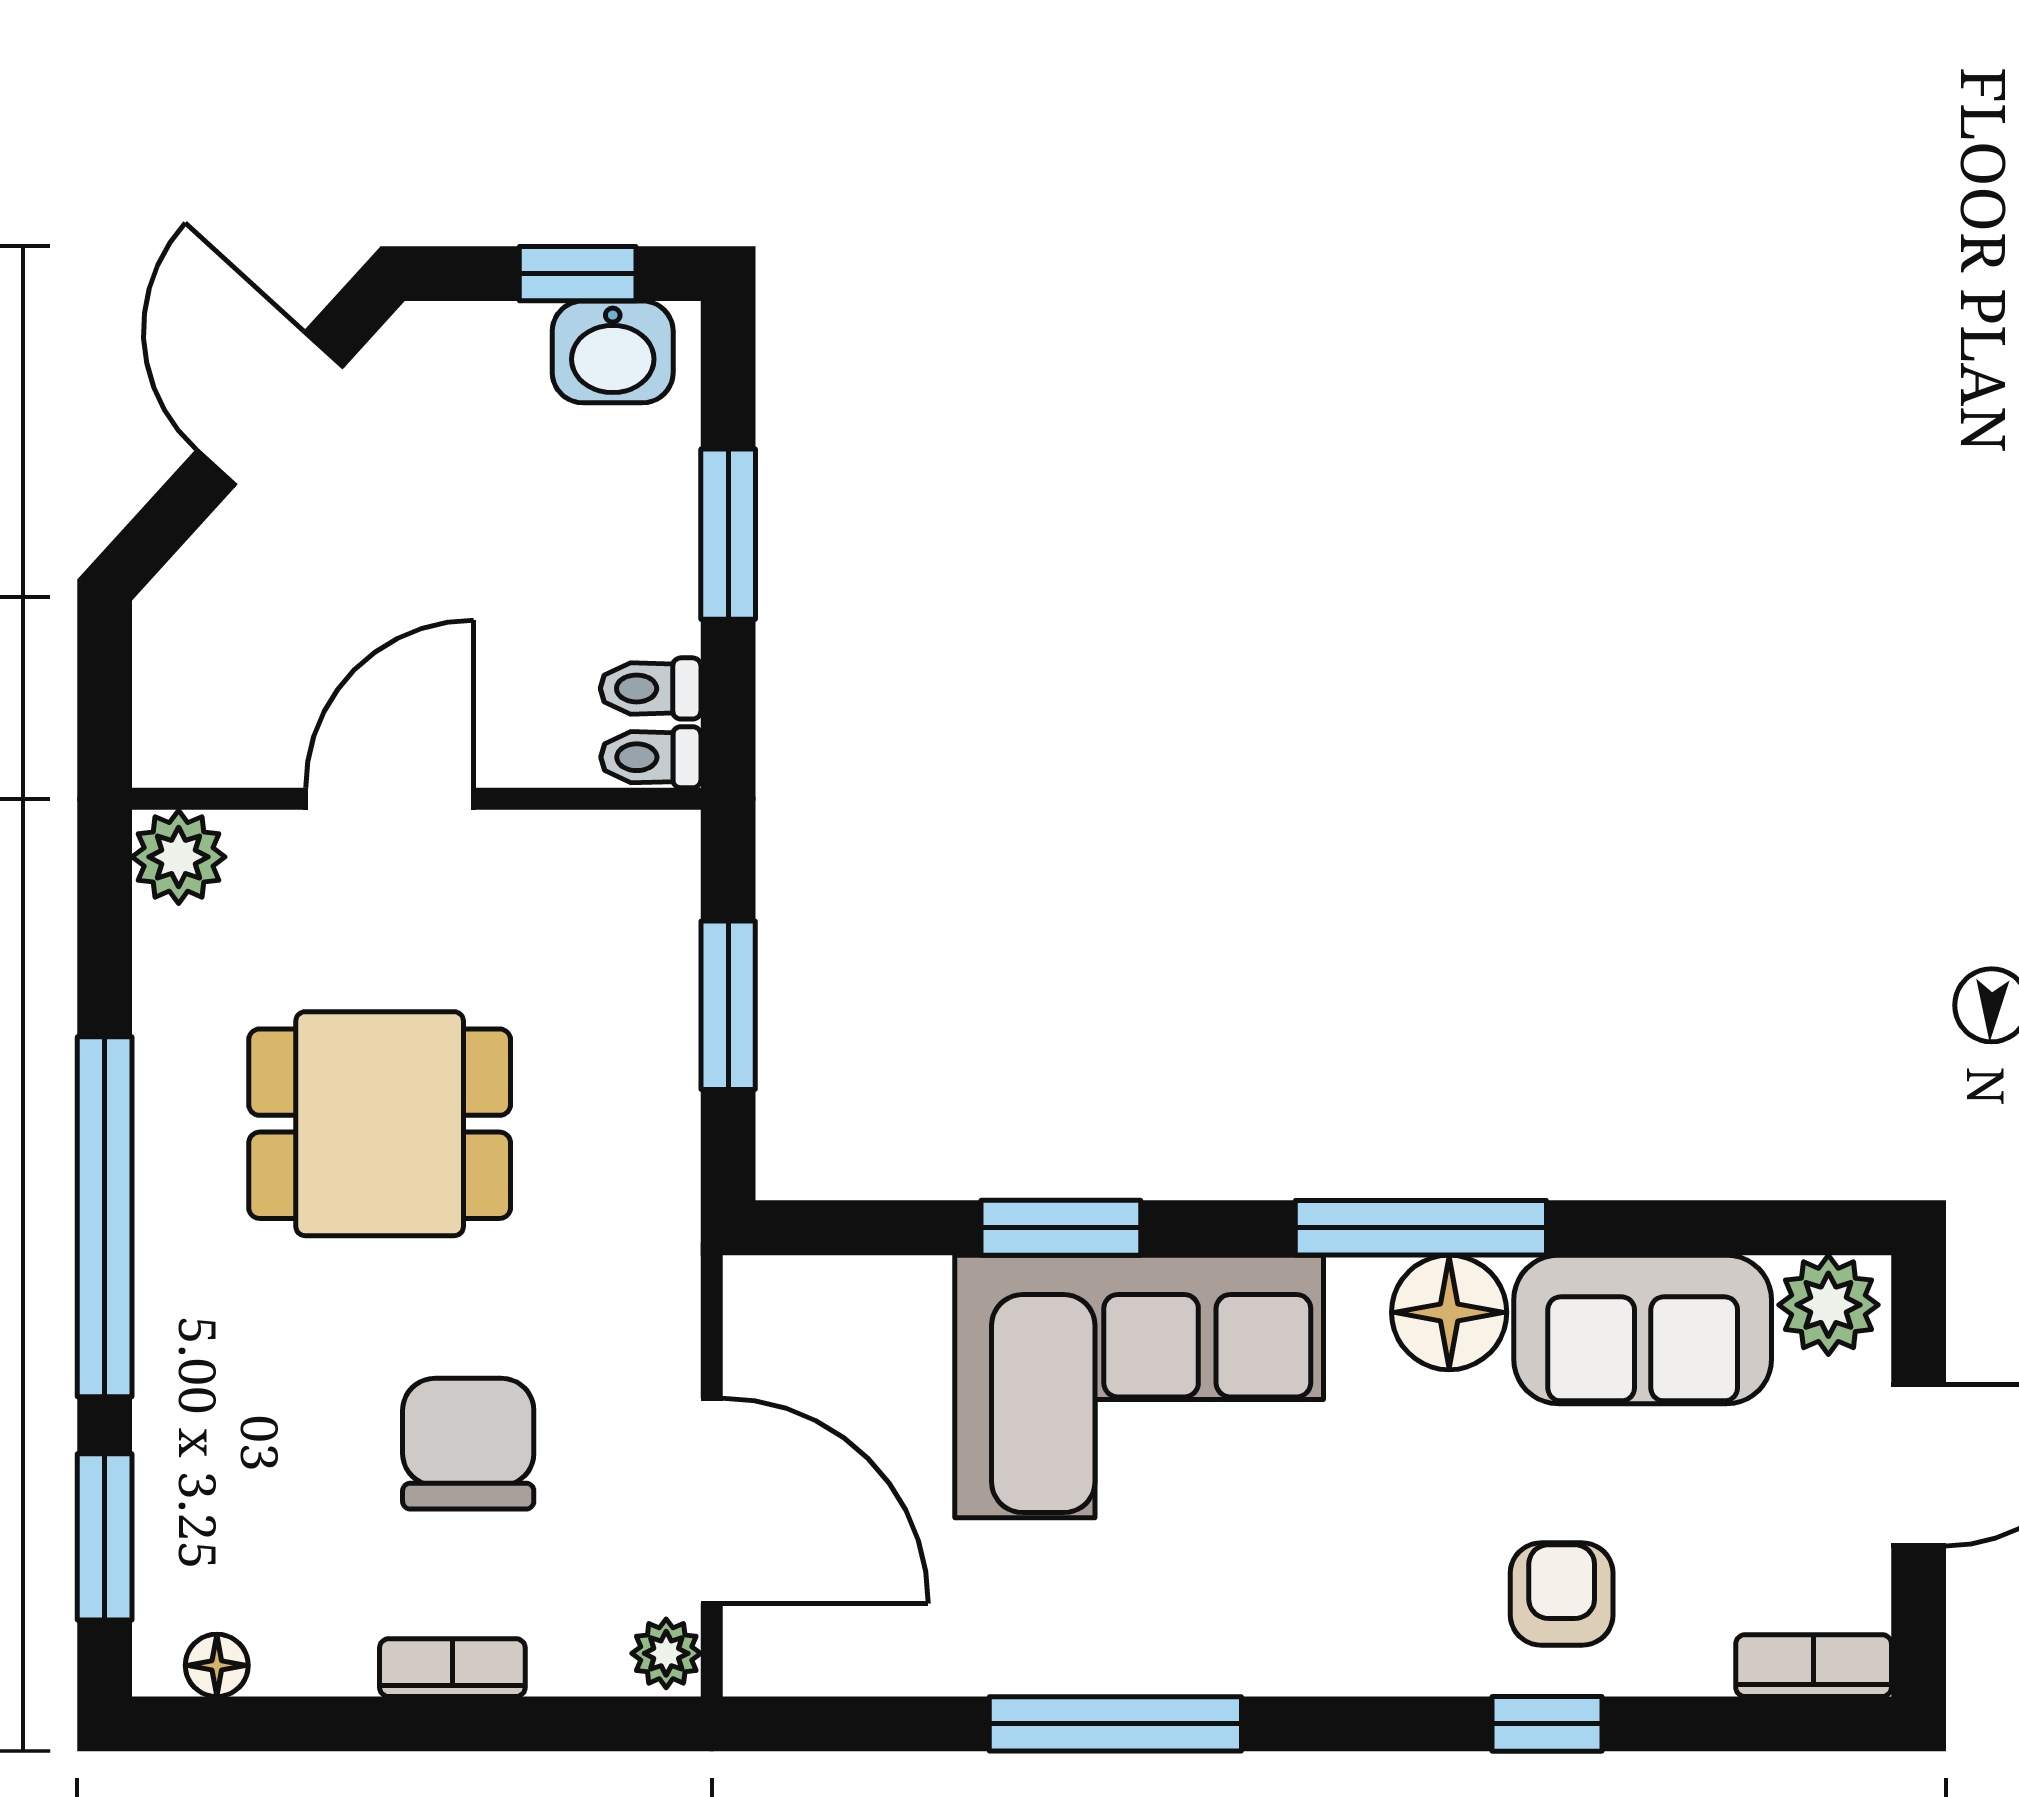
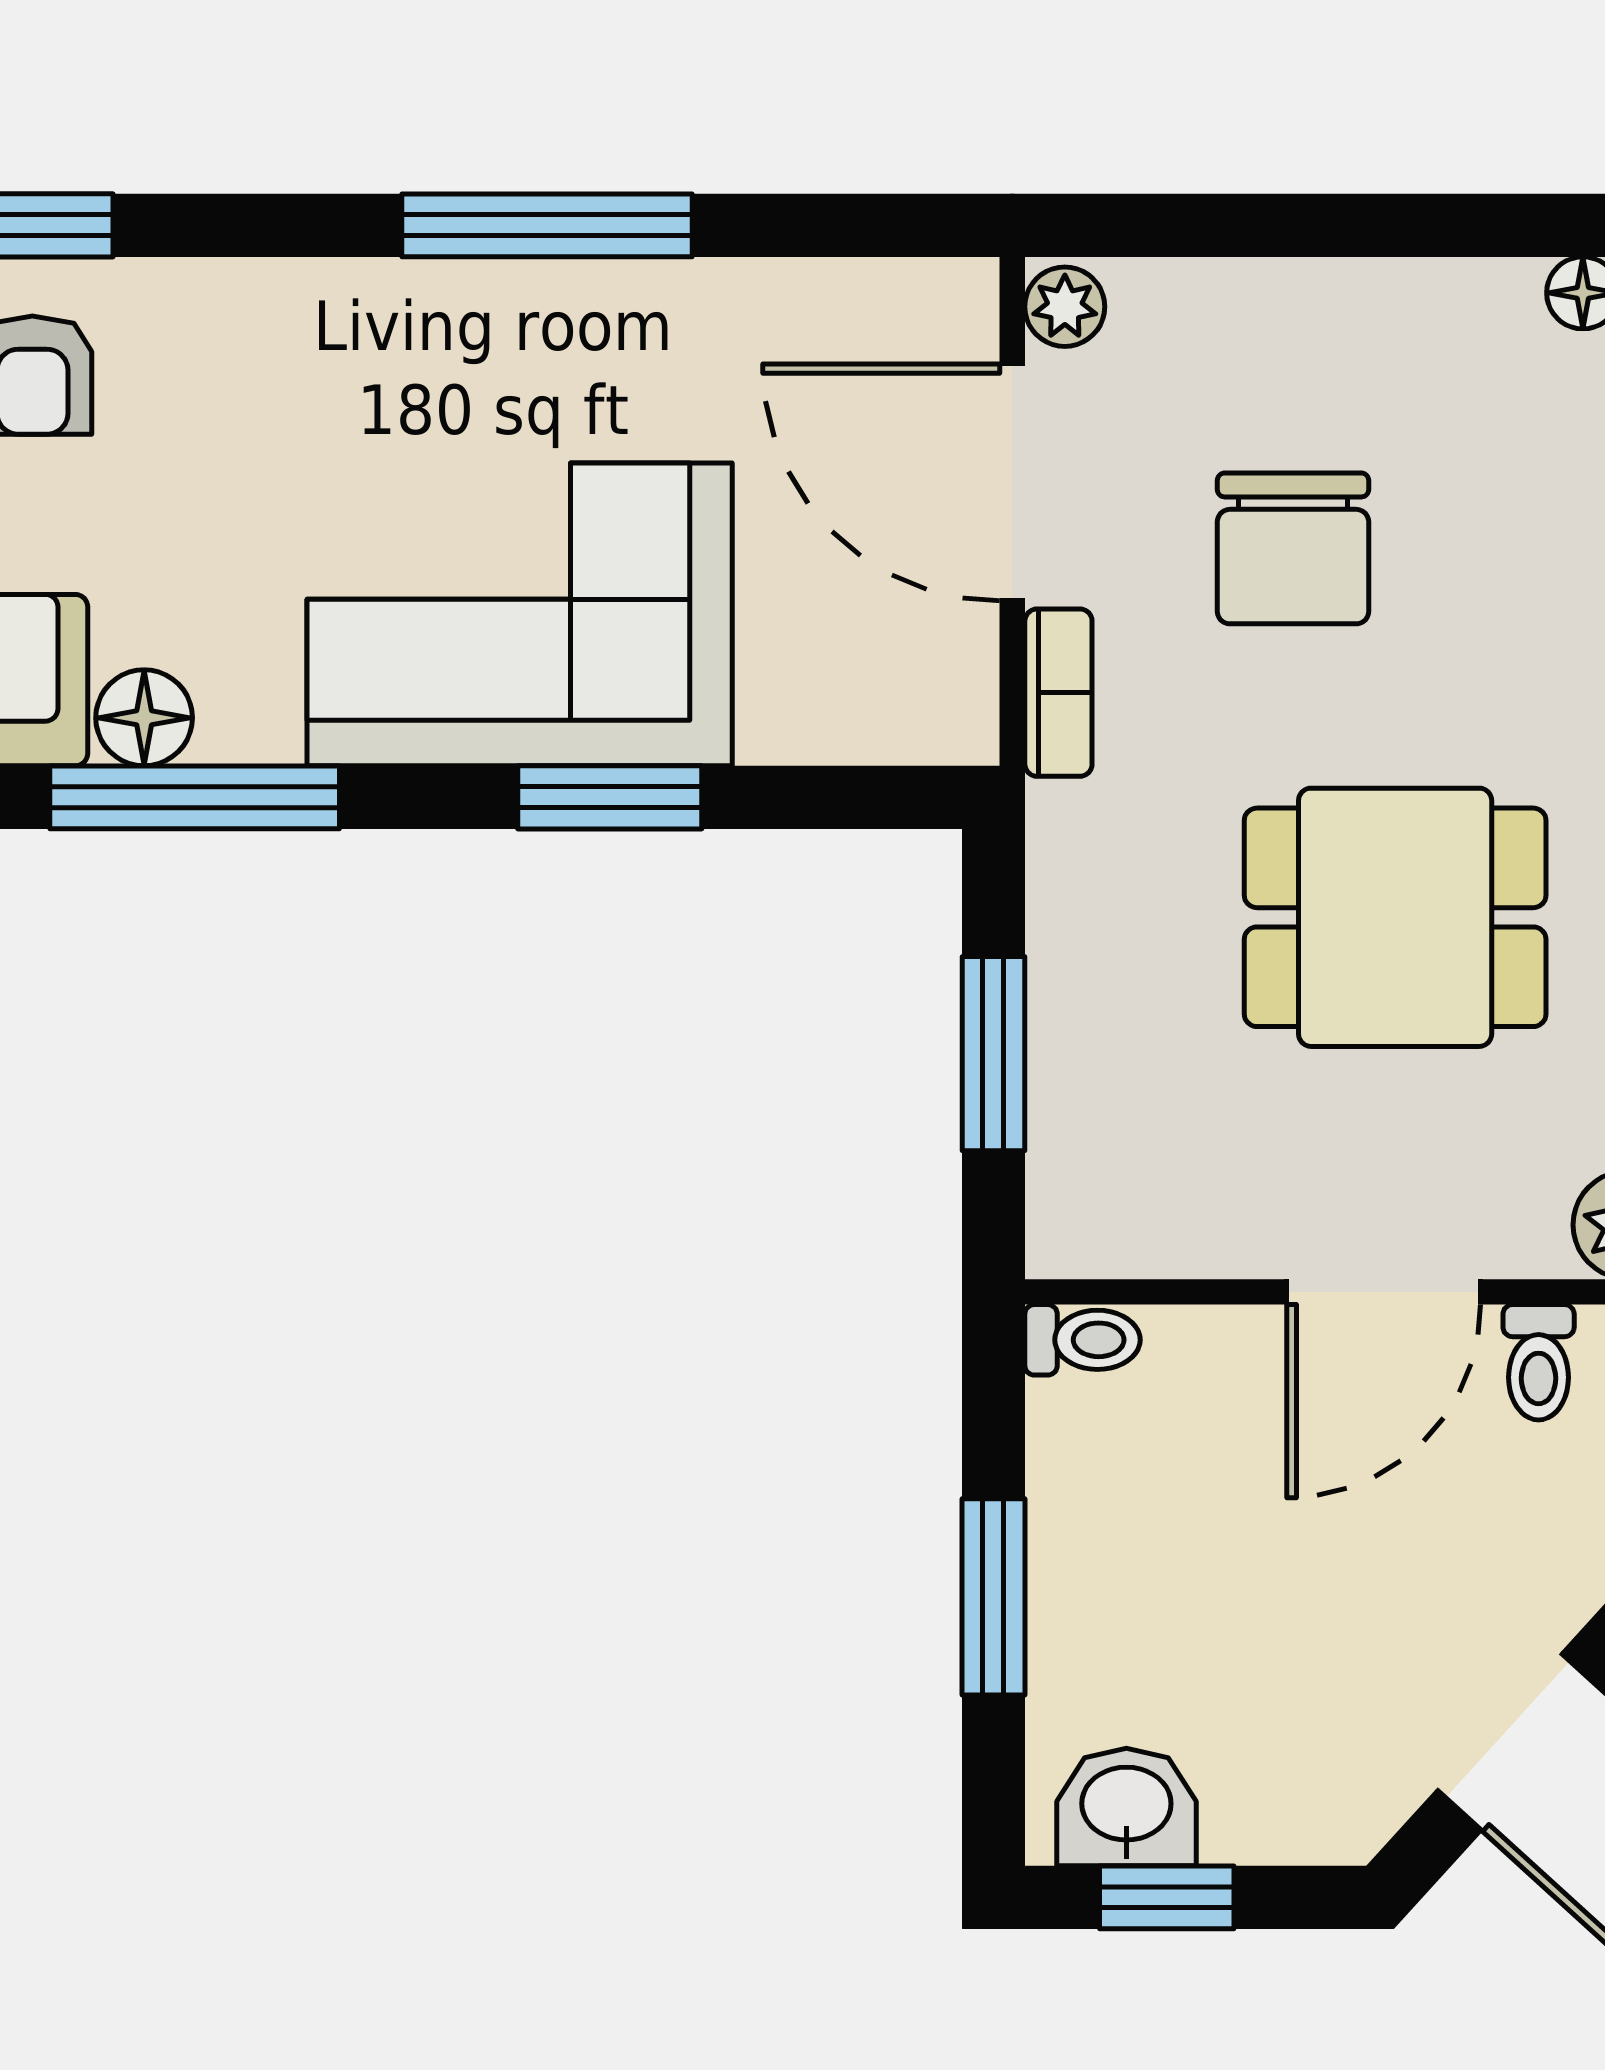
toilet: (651, 688) -> (1539, 1362), moved, turned 90
floor lamp: (1449, 1312) -> (144, 718), width x0.73, depth x0.73
bookcase: (452, 1668) -> (1058, 693), moved, turned -90

